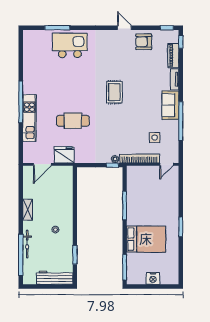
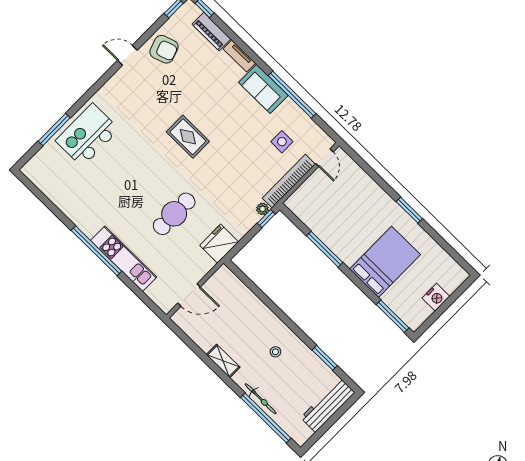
armchair: (144, 42) -> (164, 49), turned -109
fridge: (64, 155) -> (219, 244), moved
door: (42, 164) -> (189, 295), hinge flipped

